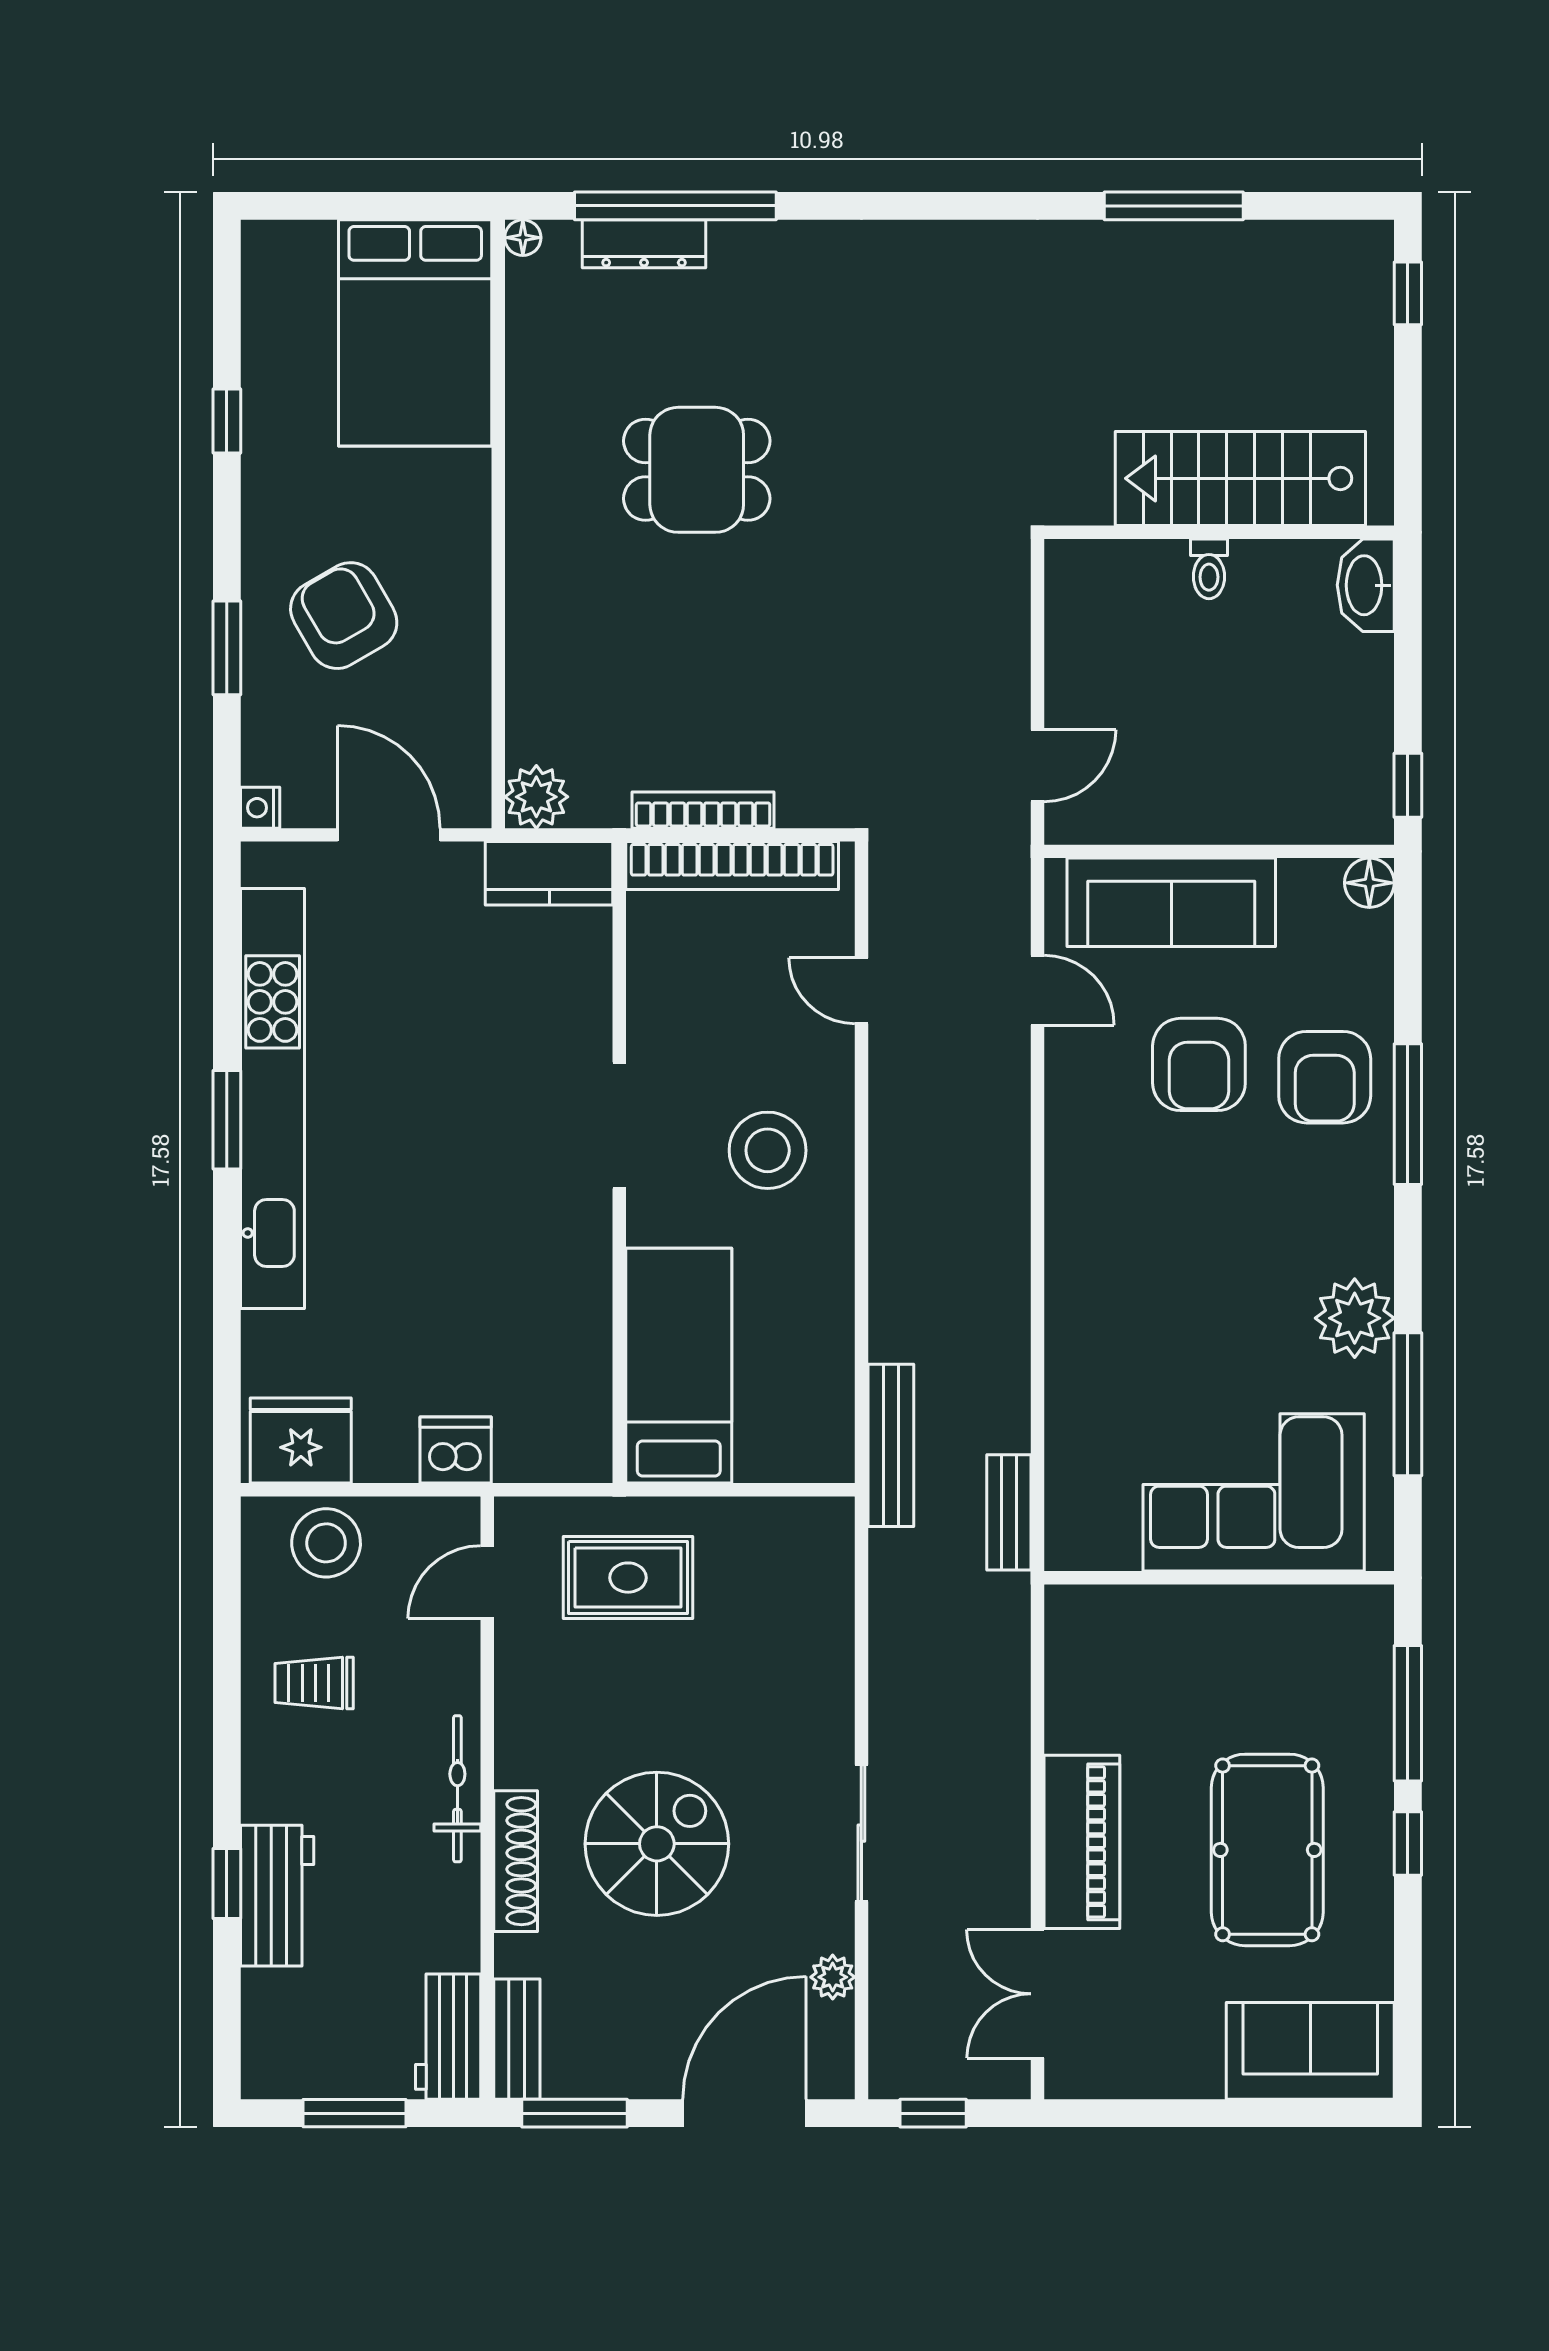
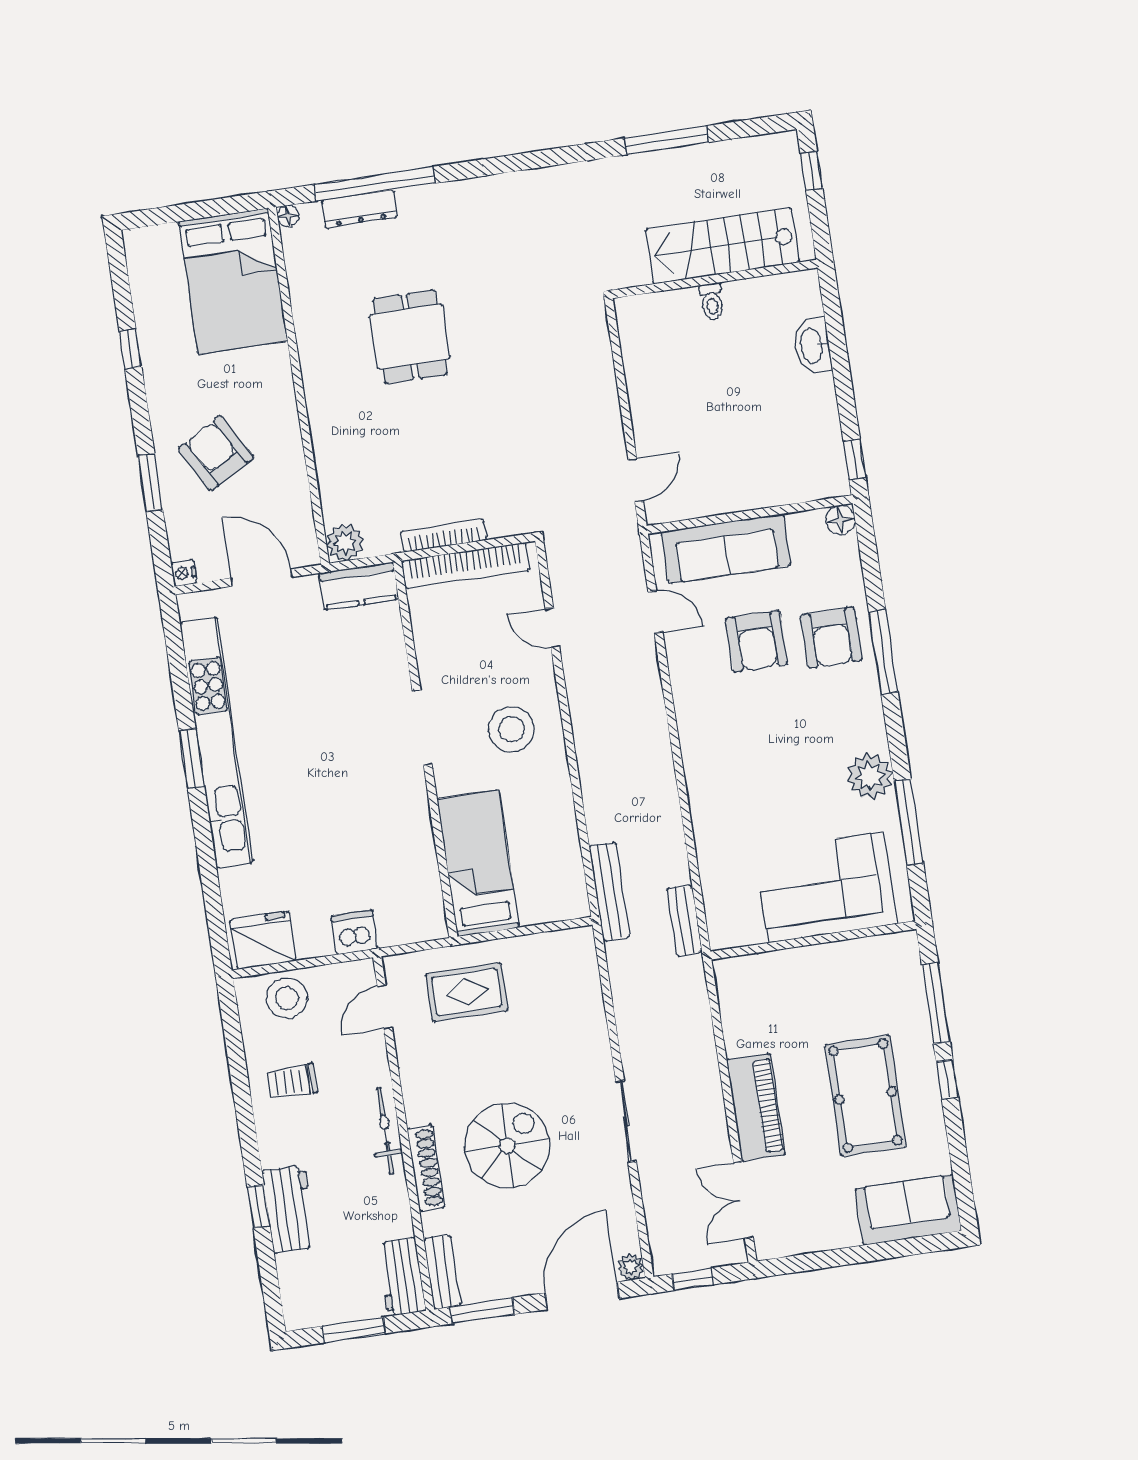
dining table: (697, 470) -> (410, 337), turned 90
stairs: (1240, 478) -> (722, 246), moved
wall: (1219, 532) -> (715, 279), moved
toilet: (1209, 569) -> (712, 301), moved
plant: (833, 1977) -> (631, 1267), moved

